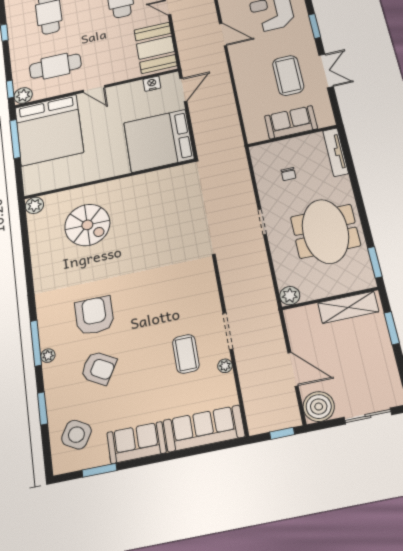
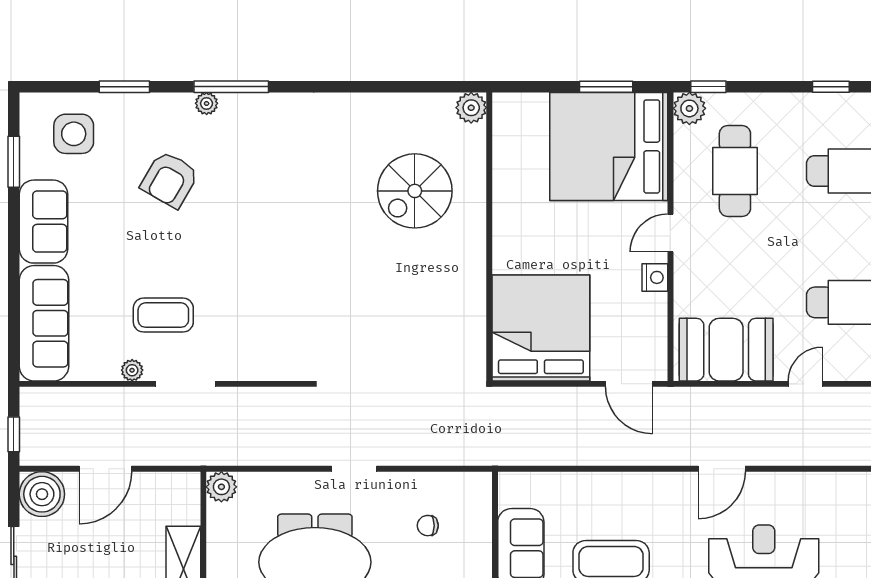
nightstand: (152, 84) -> (655, 277), moved
window: (15, 139) -> (606, 87), width x0.69
armchair: (94, 316) -> (256, 183), removed
side table: (76, 435) -> (74, 134), turned -30

